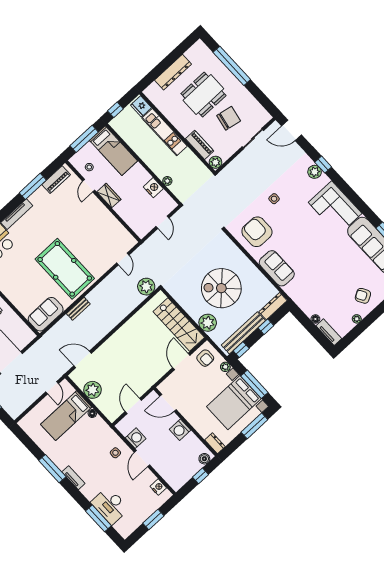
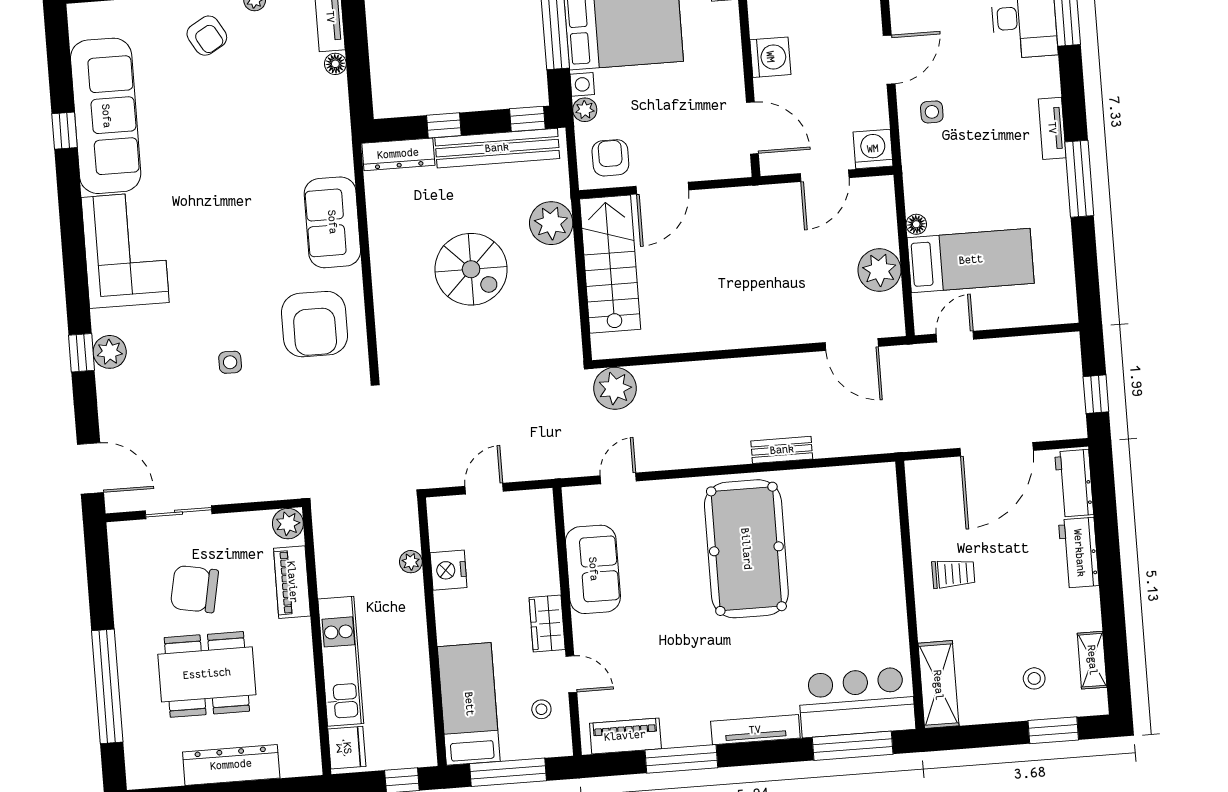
door: (89, 186) -> (571, 674), hinge flipped
spiral stairs: (221, 288) -> (471, 269), width x0.73, depth x0.73
sofa: (46, 314) -> (593, 569), moved, turned -90
washing machine: (136, 438) -> (873, 149), moved, turned 90

